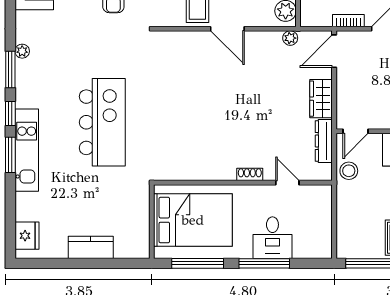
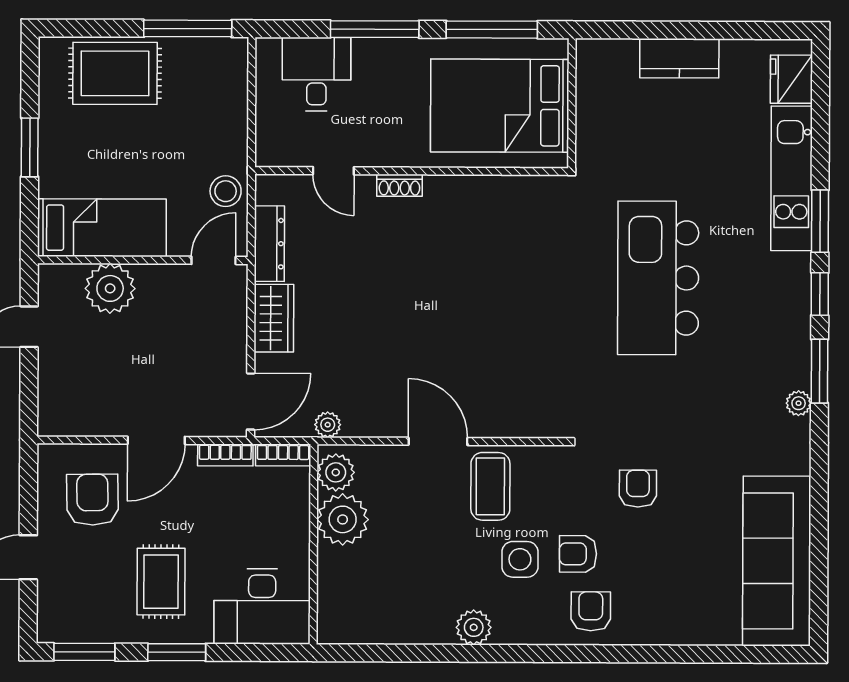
bookcase: (316, 21) -> (283, 455), added
kitchen unit: (27, 150) -> (791, 178), moved
desk: (272, 238) -> (316, 74), moved

